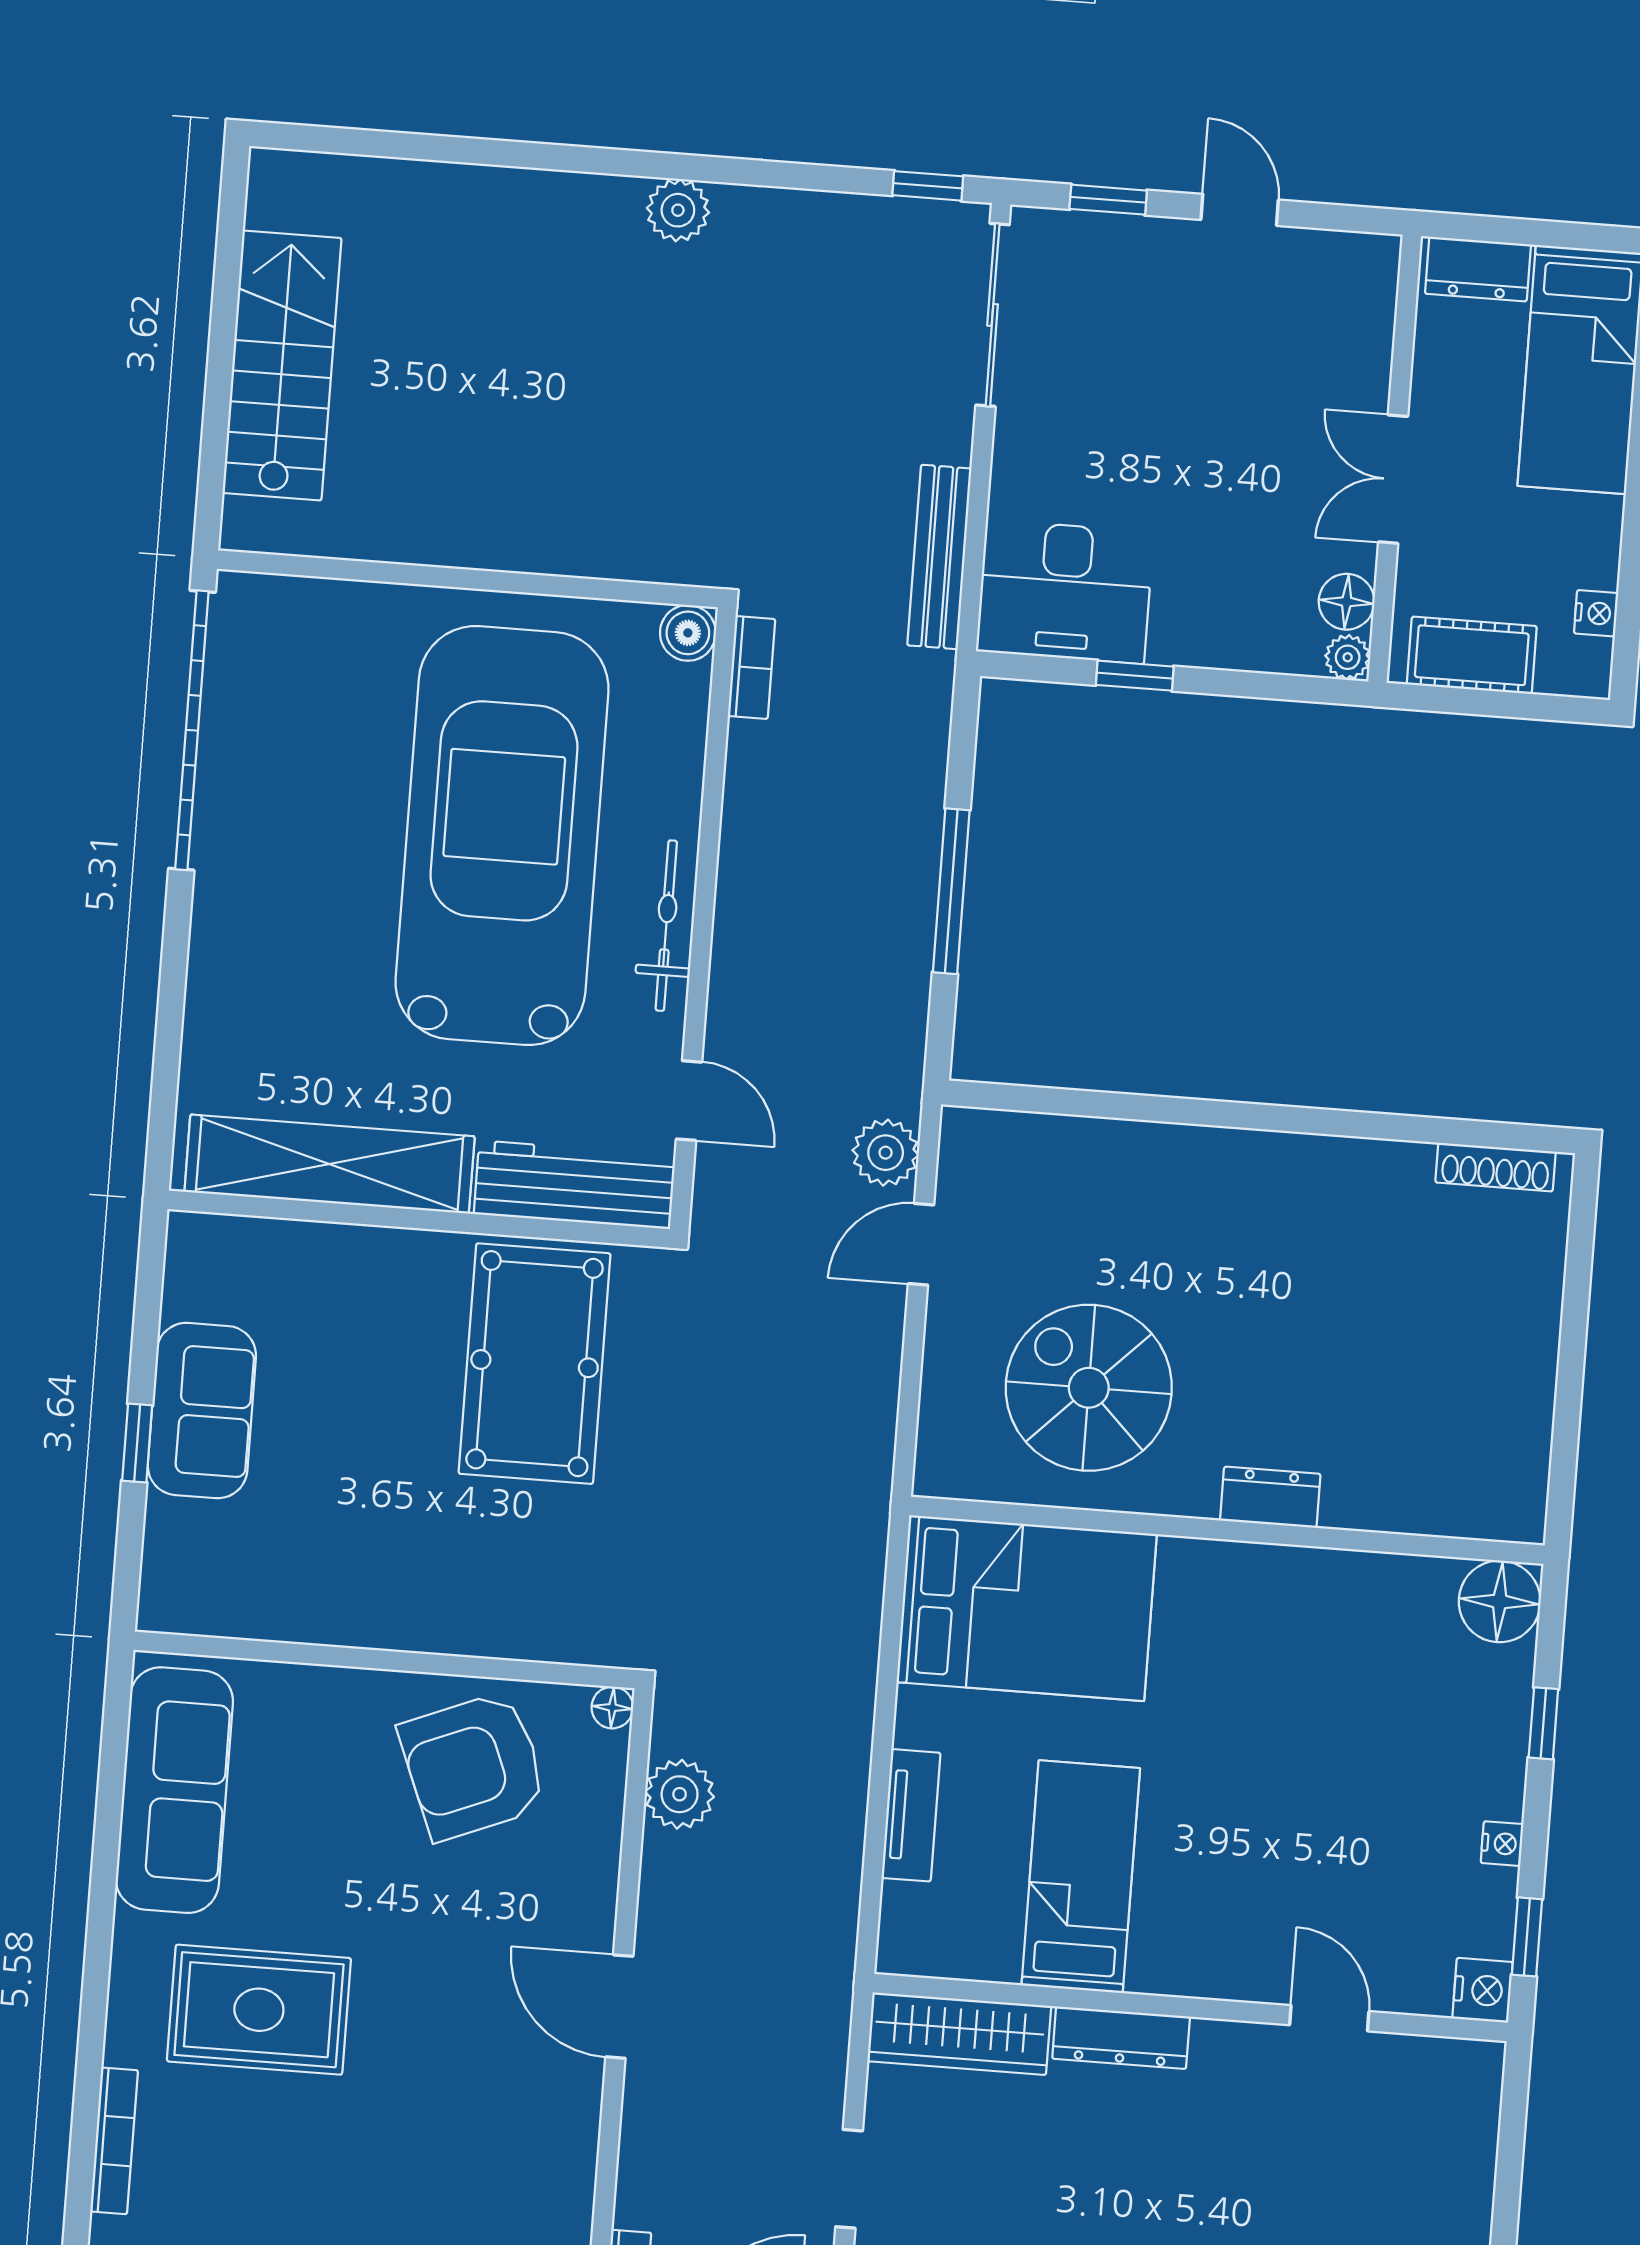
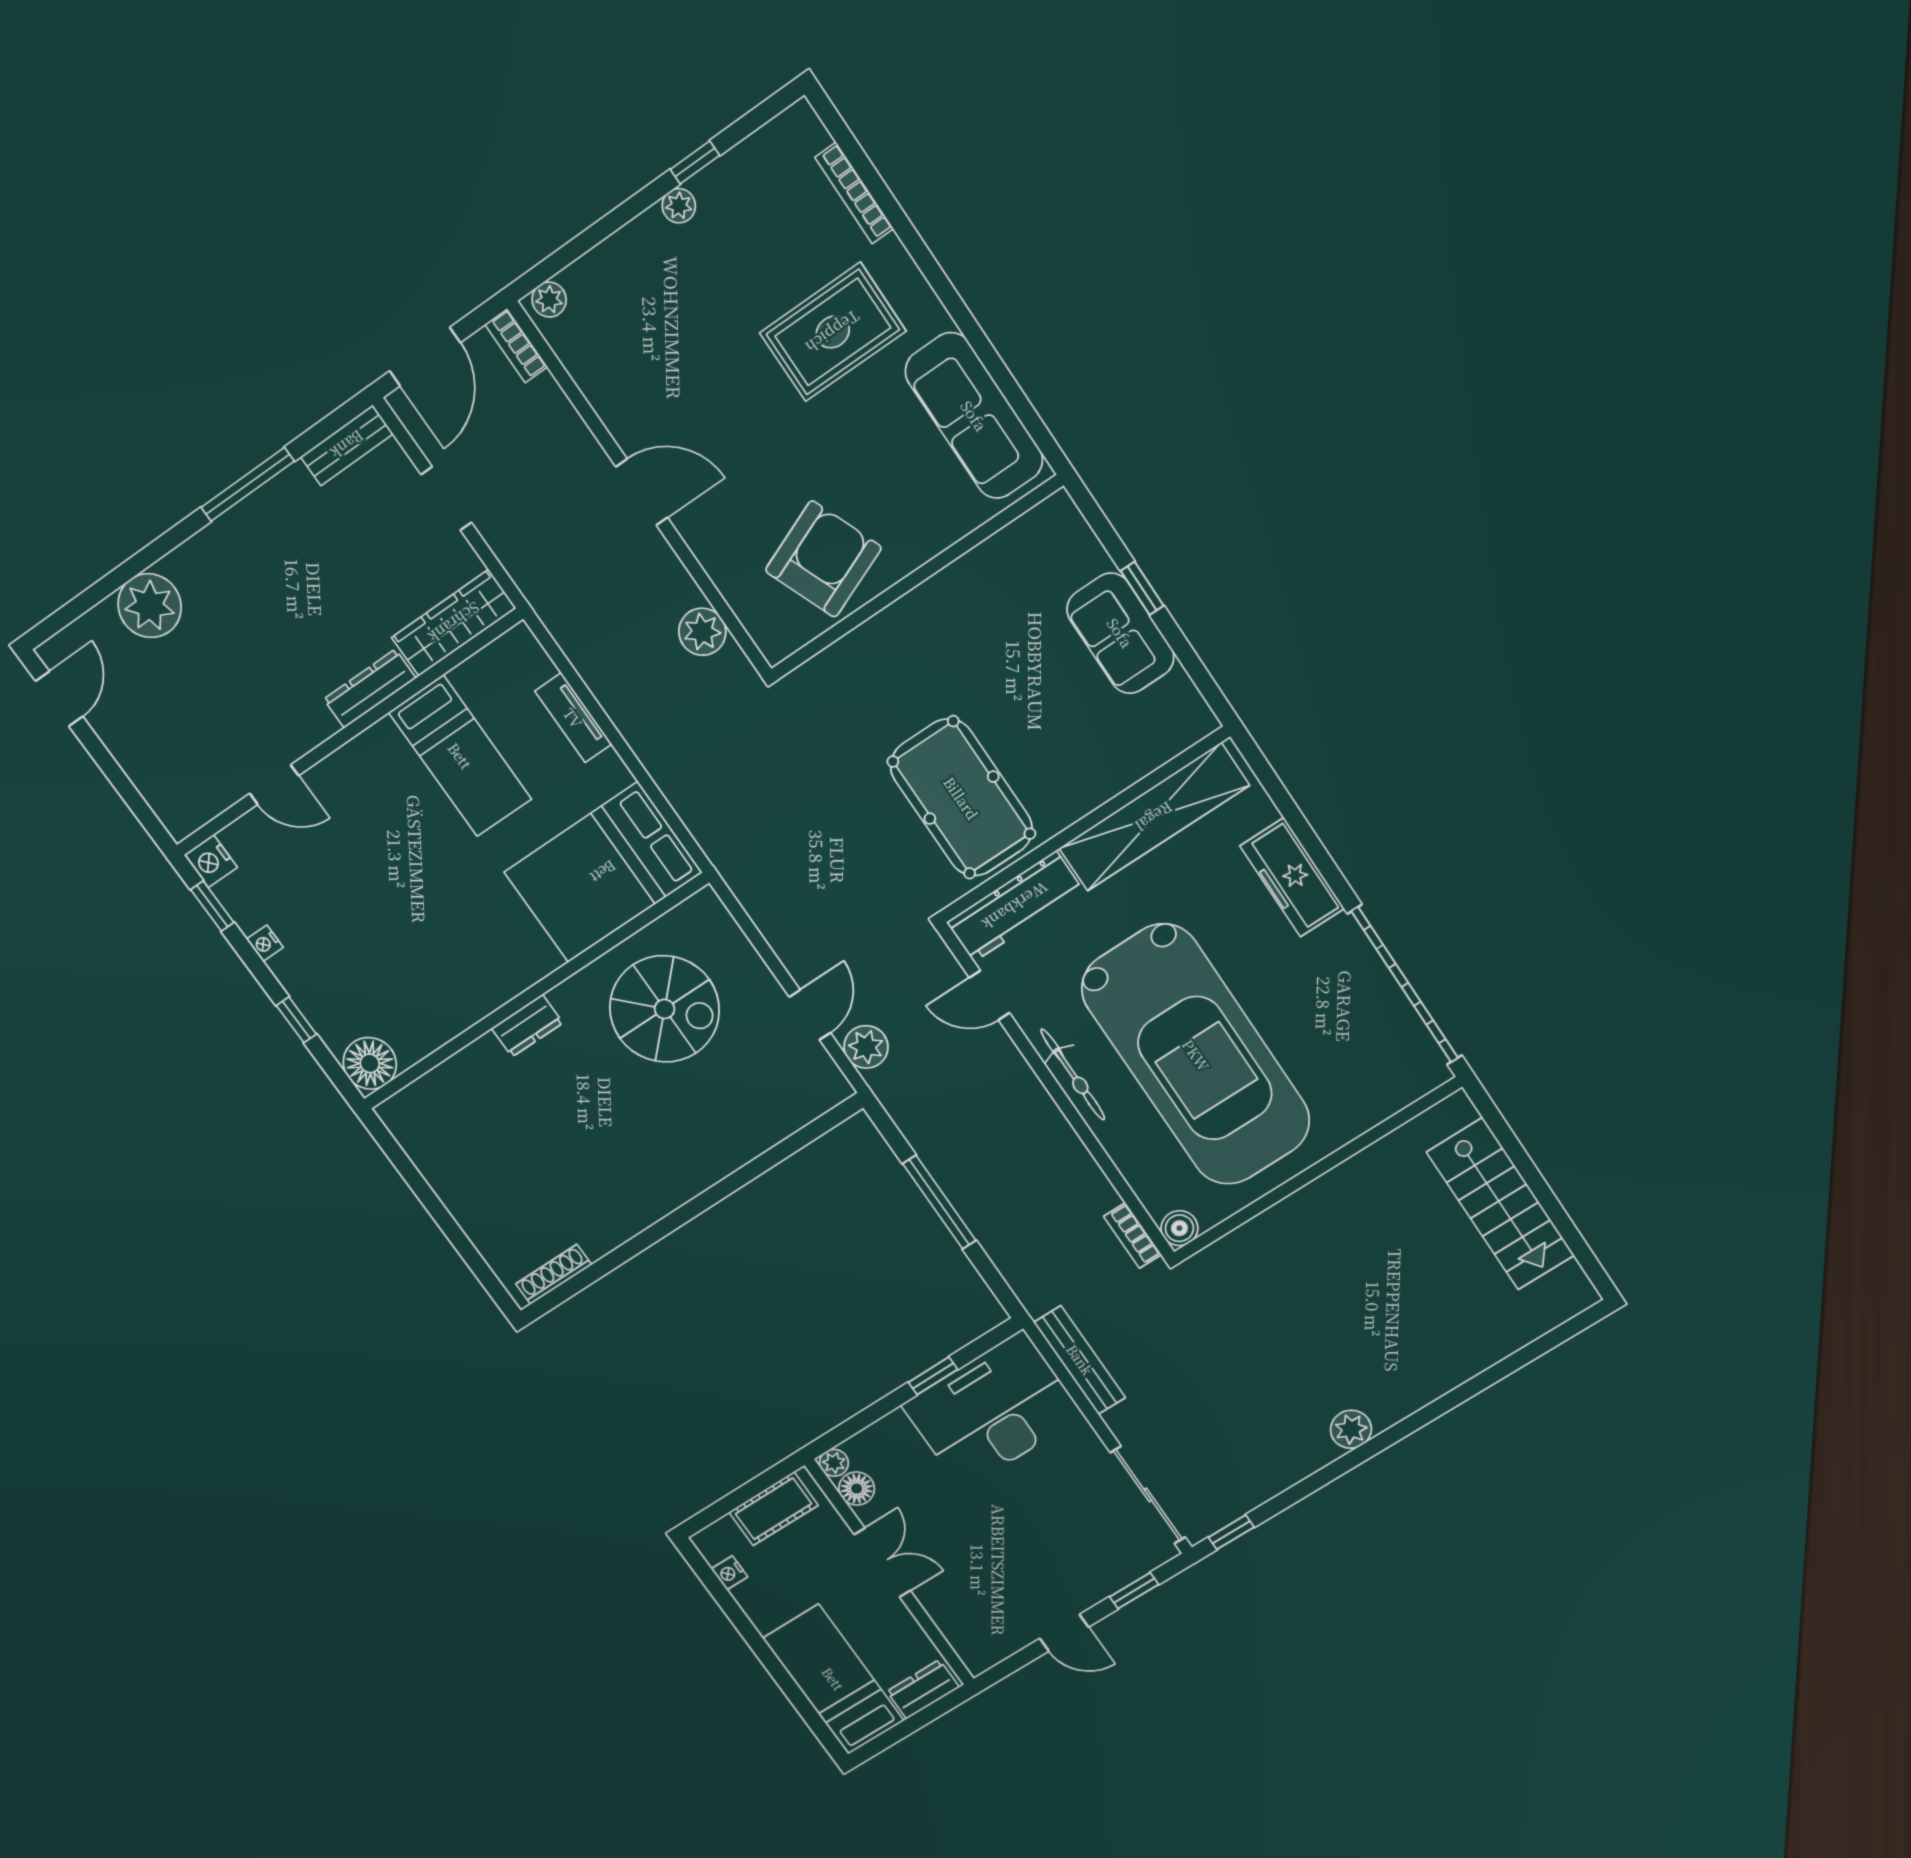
desk: (1065, 592) -> (992, 1410), width x1.36, depth x1.30
freezer: (225, 965) -> (1292, 877), added
floor lamp: (612, 1707) -> (775, 649), removed

